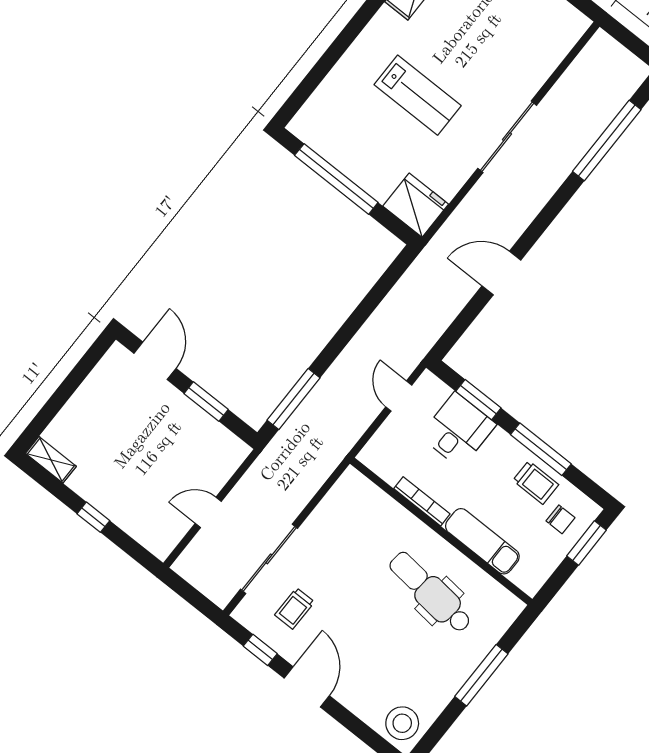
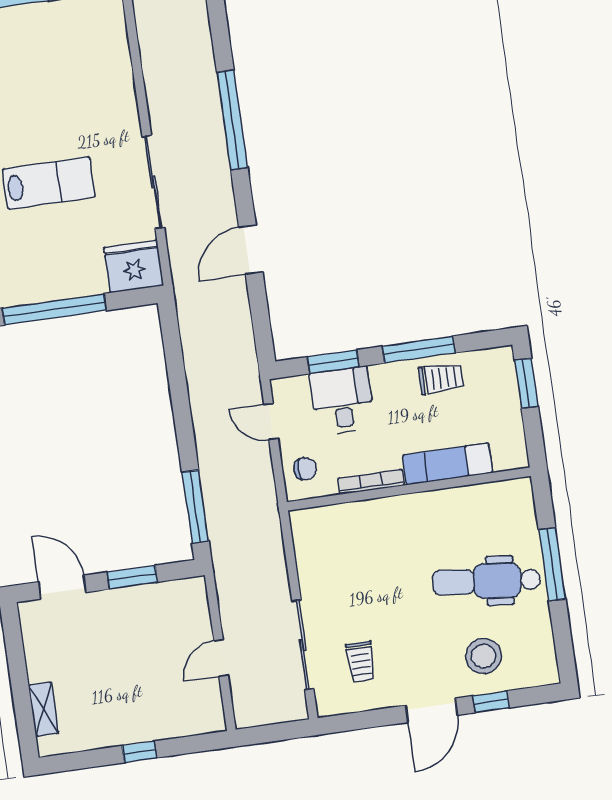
sliding door: (507, 137) -> (153, 182), moved
window: (607, 141) -> (232, 120), moved
shelving: (51, 460) -> (44, 709), moved, turned 90
chair: (560, 519) -> (305, 469), moved
dental chair: (430, 592) -> (487, 581), moved
window: (260, 650) -> (491, 702), moved
door: (307, 687) -> (431, 710), swing flipped
stool: (402, 723) -> (483, 656), moved

